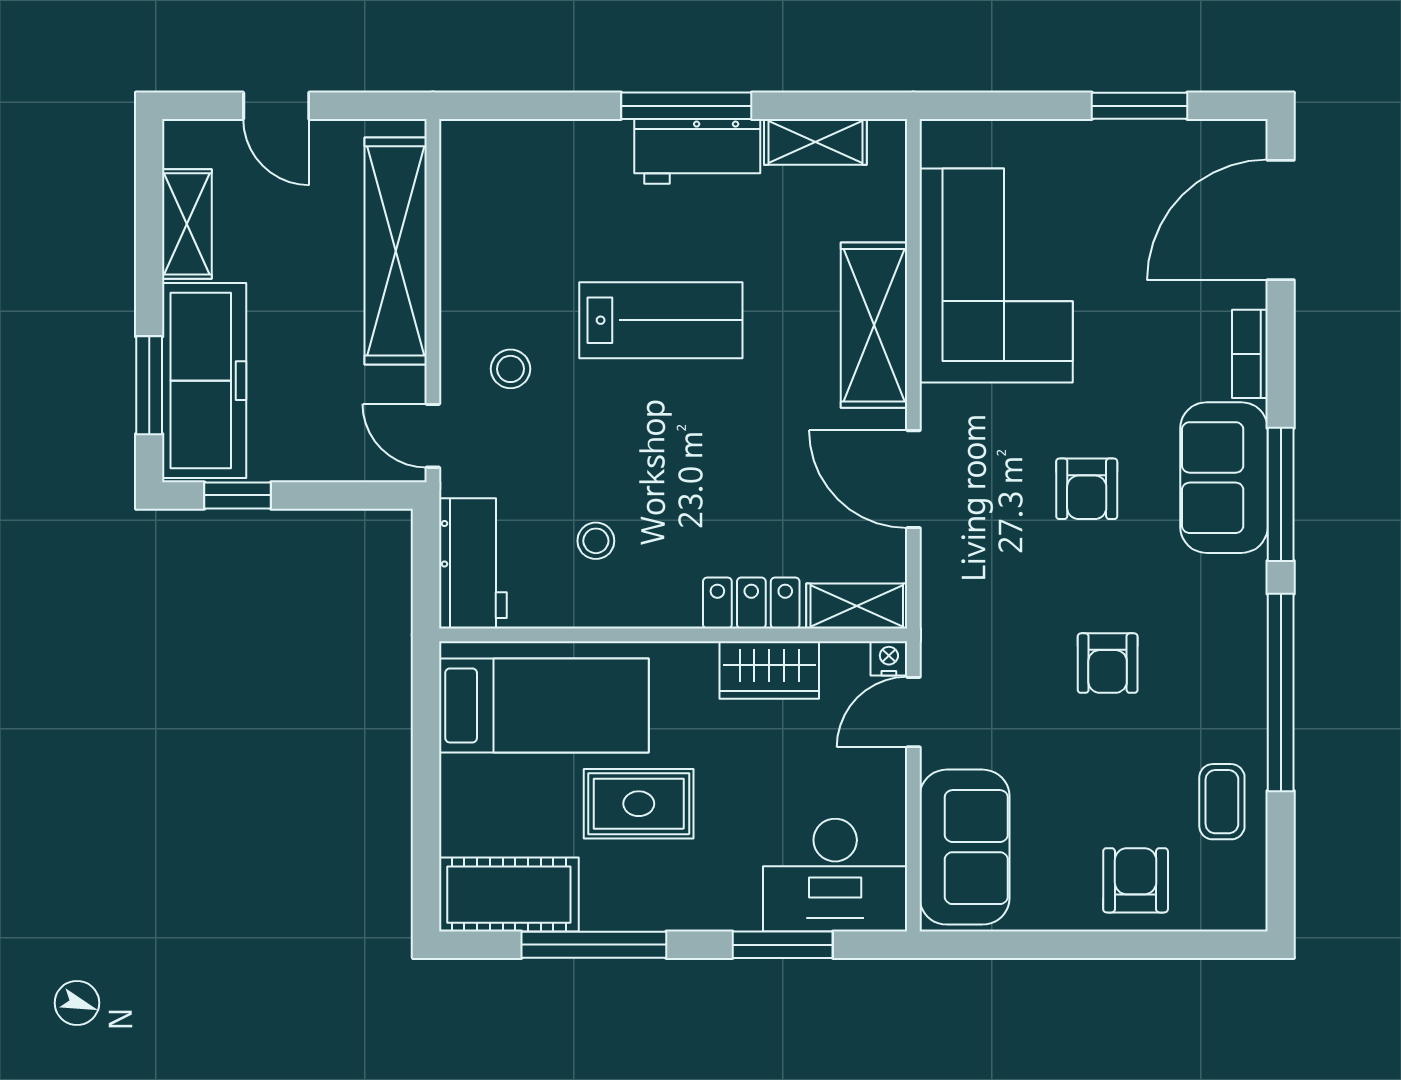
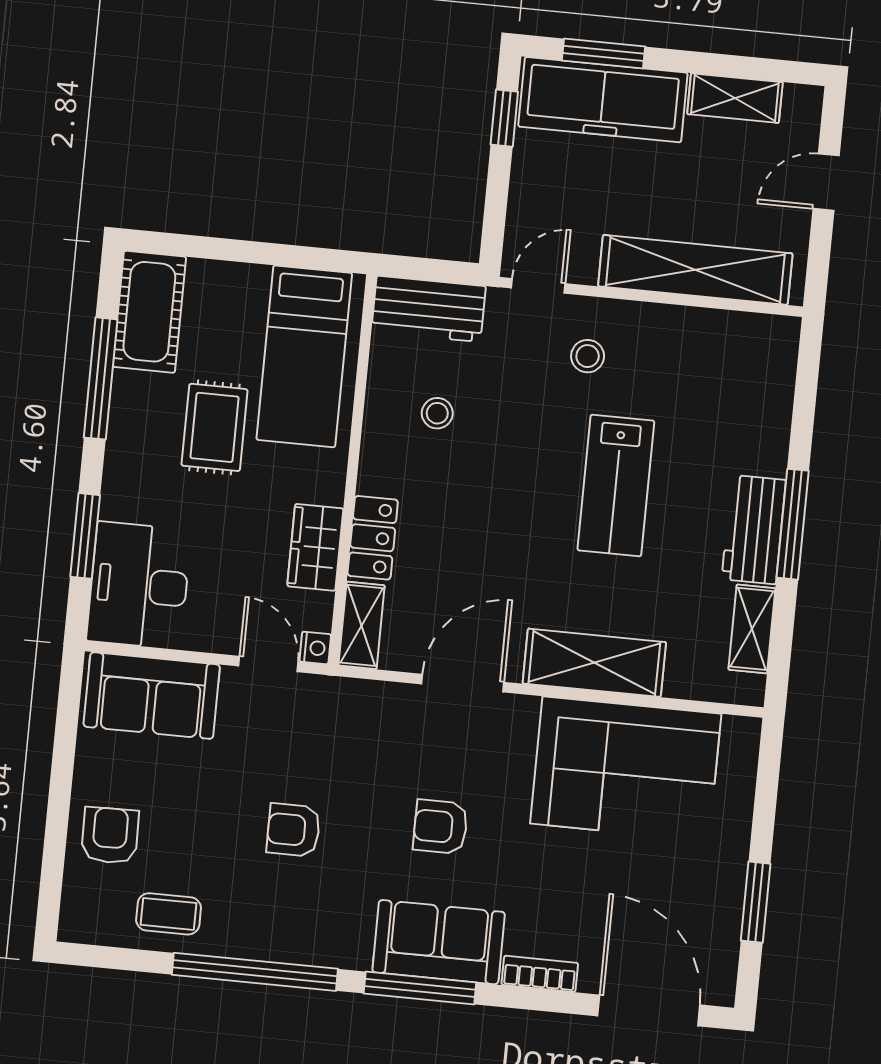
armchair: (1136, 880) -> (110, 835), turned -91

